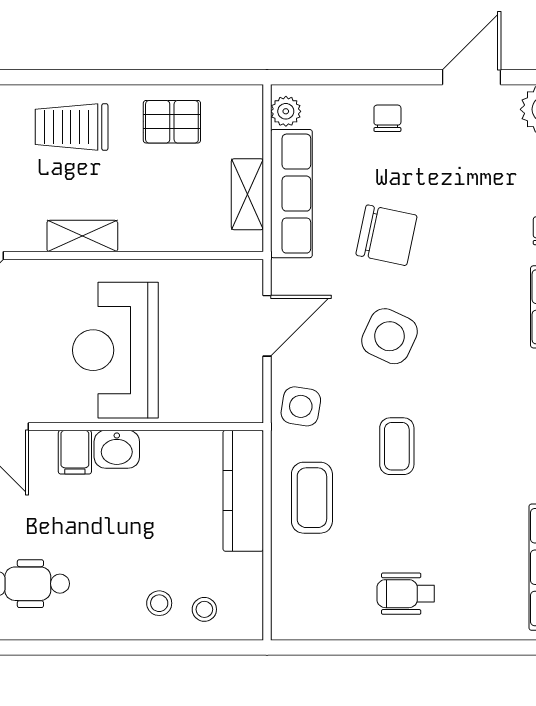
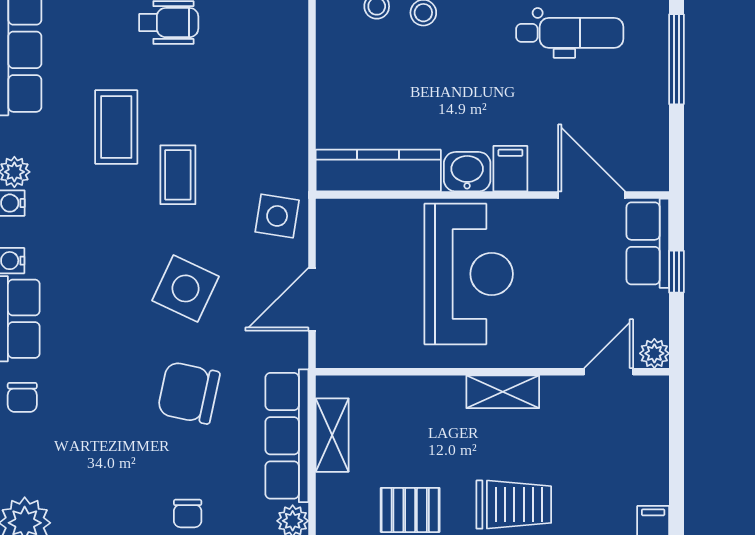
kitchen counter: (243, 491) -> (378, 171), moved, turned -90
coffee table: (312, 498) -> (116, 127), moved

